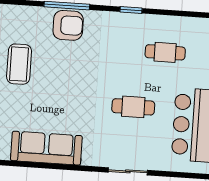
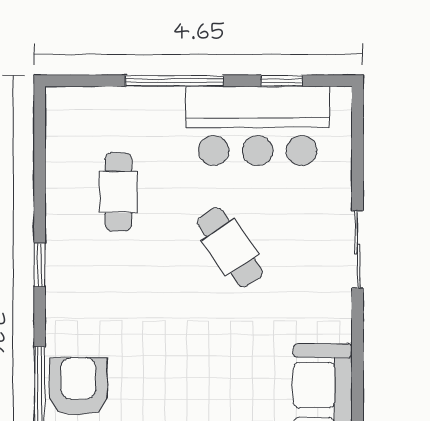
cafe table: (133, 107) -> (230, 247), turned -34

